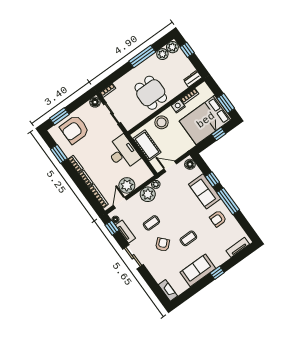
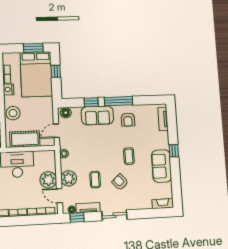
plant: (148, 194) -> (69, 178), moved

